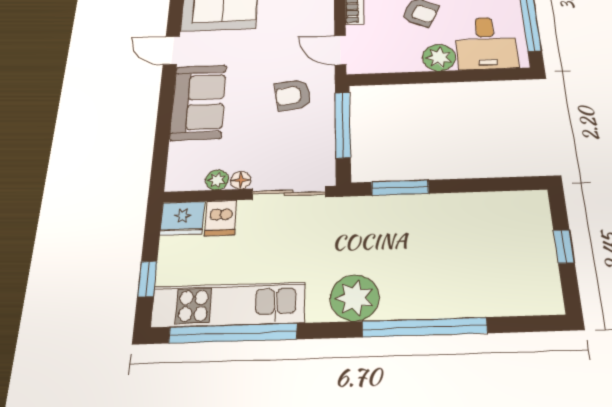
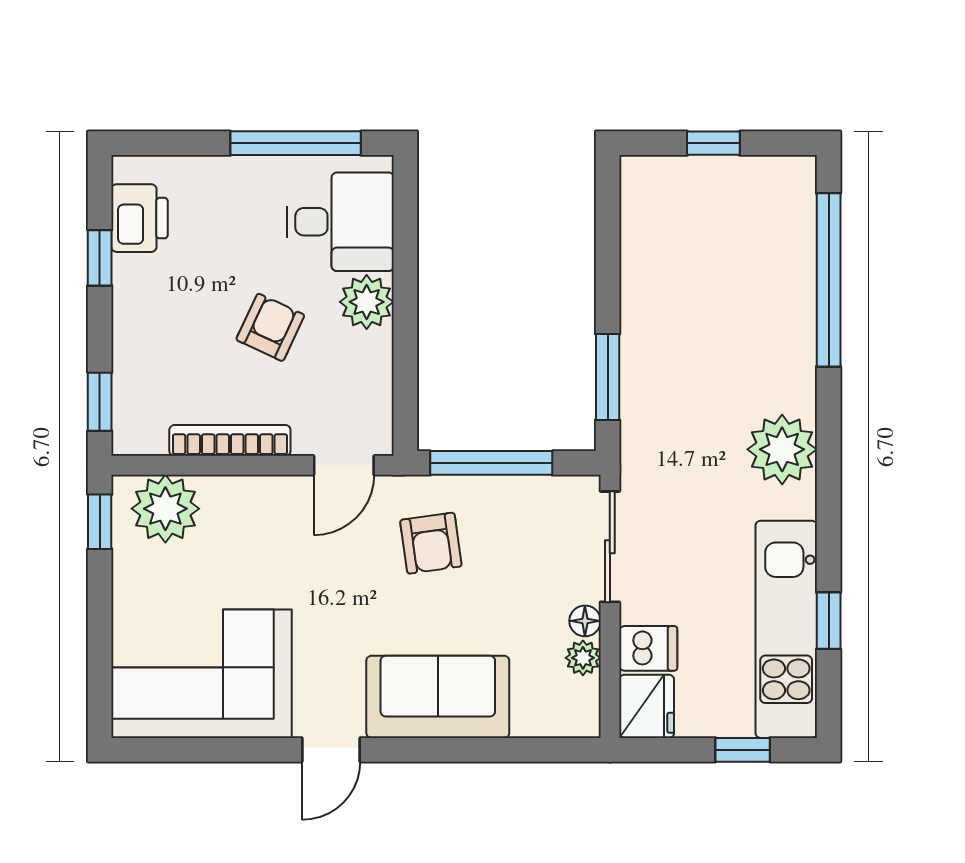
window: (424, 327) -> (829, 280), moved
window: (233, 333) -> (829, 621), width x0.32

